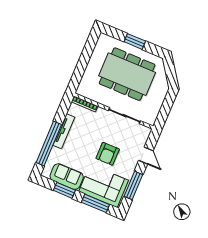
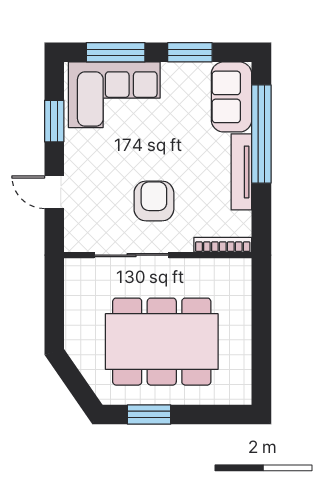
window: (135, 41) -> (149, 414), moved
armchair: (108, 154) -> (154, 201), moved
sofa: (67, 177) -> (232, 97), moved, turned 90
window: (133, 185) -> (54, 121), width x0.69

